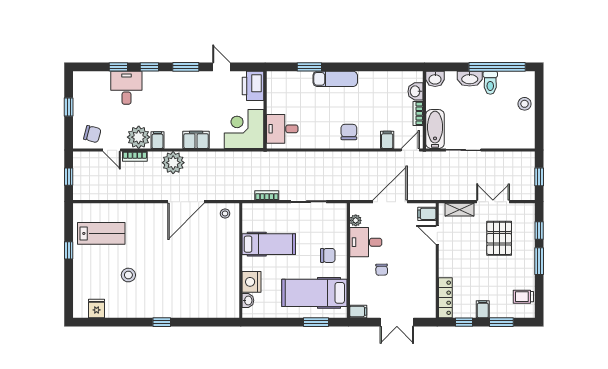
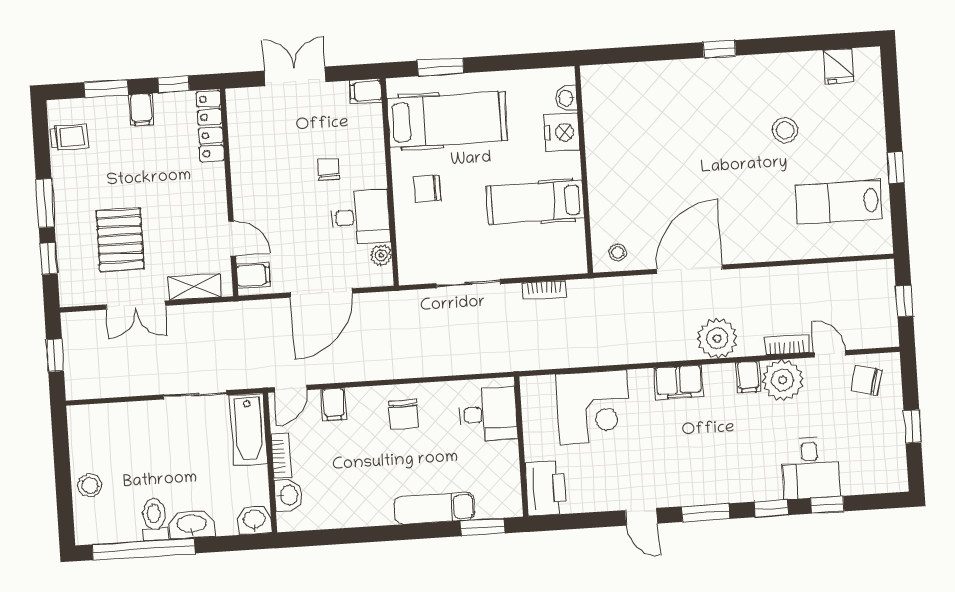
printer: (253, 86) -> (546, 488), moved
wall: (265, 110) -> (521, 447), moved
desk: (282, 129) -> (488, 414), moved

